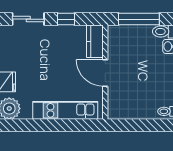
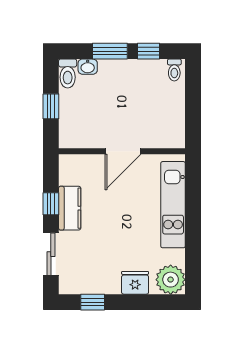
window: (139, 19) -> (51, 106), width x0.46
kitchen counter: (95, 41) -> (70, 208), moved, turned -90

